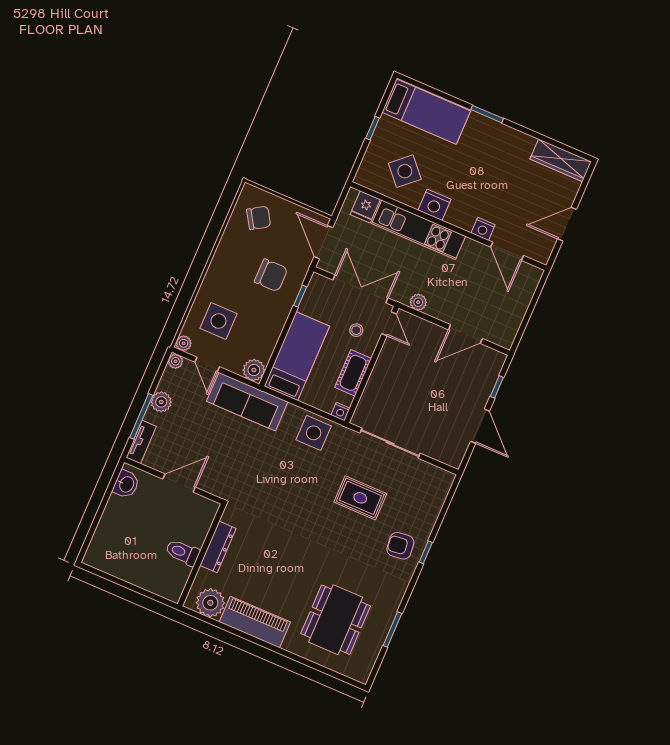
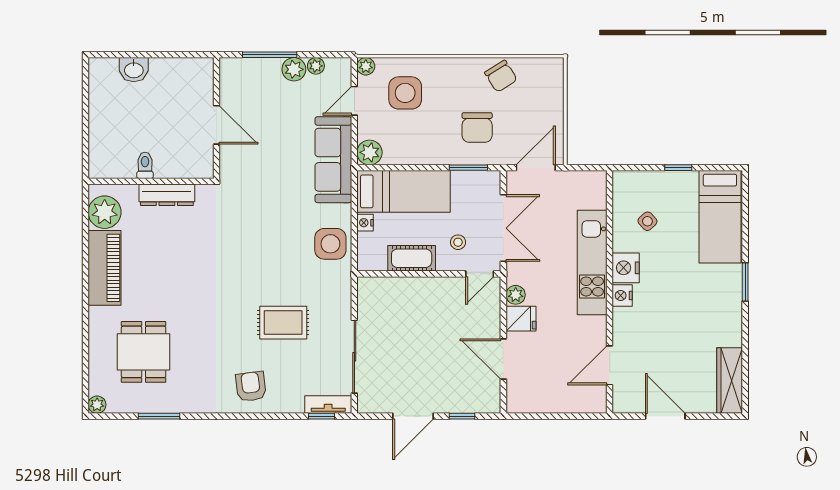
side table: (405, 171) -> (647, 221), width x0.54, depth x0.54
fridge: (365, 207) -> (521, 319), moved, turned 180
chair: (259, 218) -> (501, 76), moved
nightstand: (483, 229) -> (622, 295), moved
window: (300, 296) -> (468, 168), width x1.50
plant: (175, 361) -> (316, 66), moved
nightstand: (341, 412) -> (365, 223), moved
tv unit: (141, 442) -> (328, 405), moved, turned 180
sliding door: (390, 443) -> (354, 357), moved
washbasin: (126, 484) -> (134, 70), moved
rug: (360, 498) -> (283, 323), turned 90
toilet: (183, 552) -> (145, 165), width x0.73, depth x0.72
window: (426, 552) -> (321, 416), moved
dining table: (336, 620) -> (144, 352), width x0.73
plant: (362, 675) -> (97, 405), added

